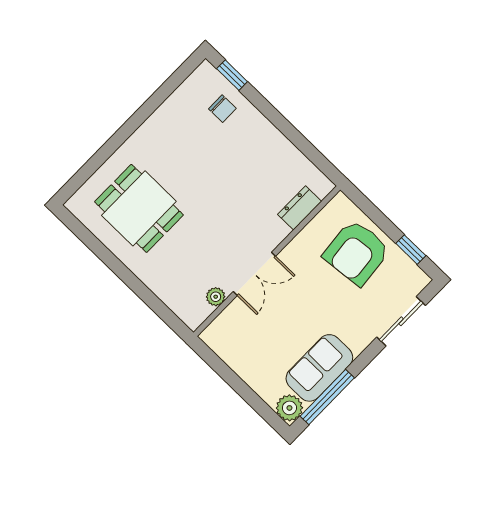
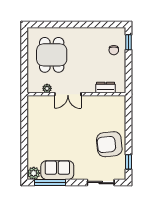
dresser: (300, 208) -> (106, 88), moved
wall: (267, 261) -> (76, 94), moved
double door: (254, 274) -> (68, 94), moved
plant: (216, 297) -> (47, 88), moved

